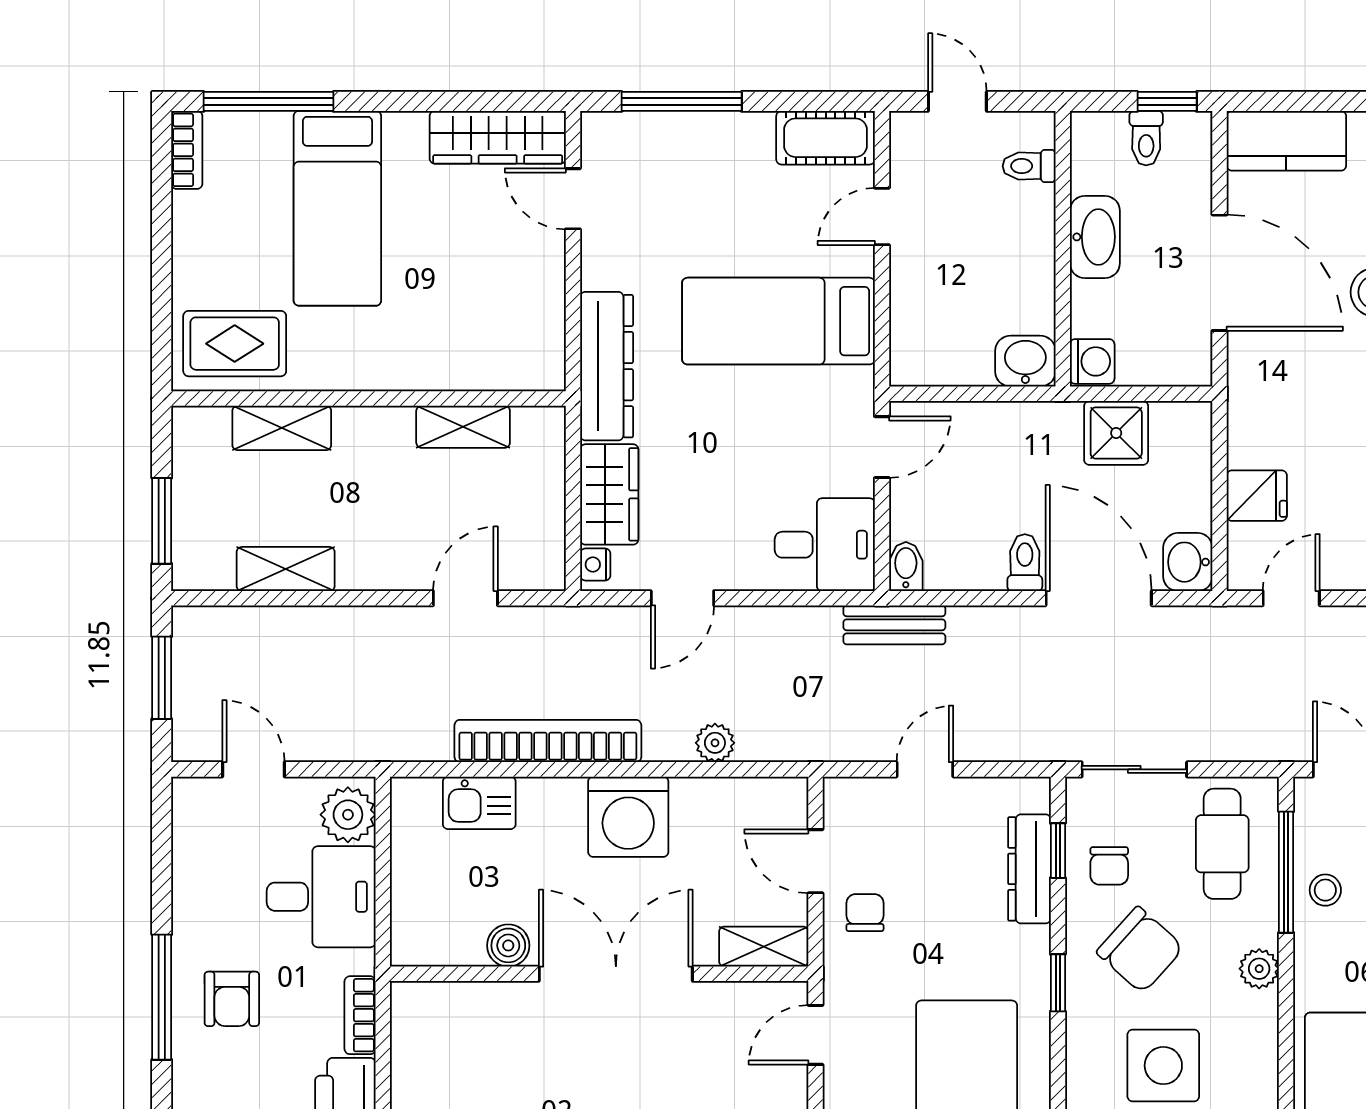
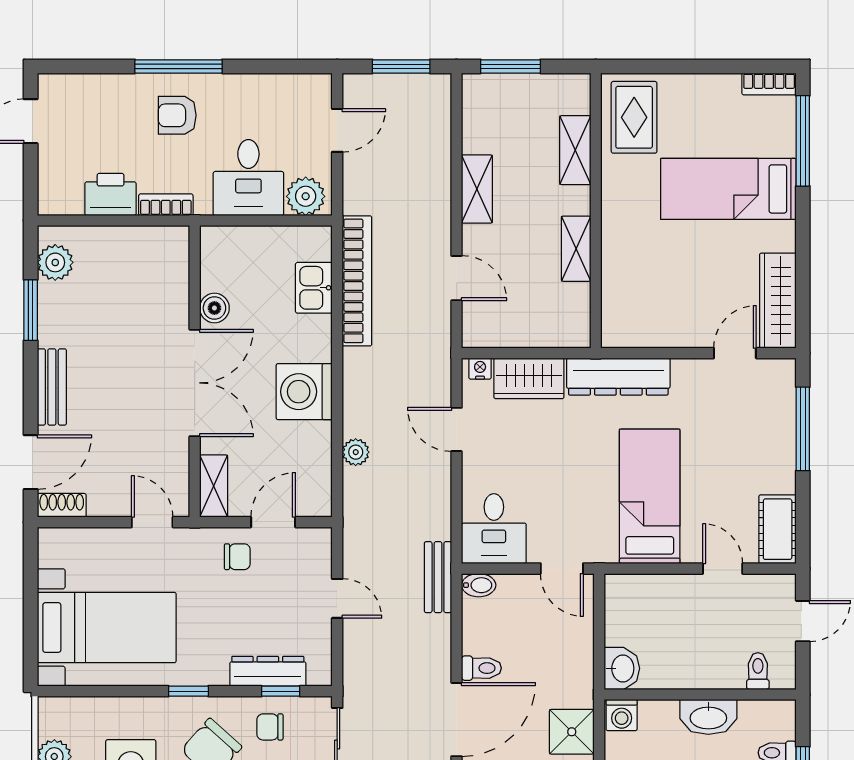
shelving: (463, 427) -> (576, 249), moved
shelving: (286, 569) -> (477, 189), moved
bookcase: (548, 741) -> (357, 281), moved

